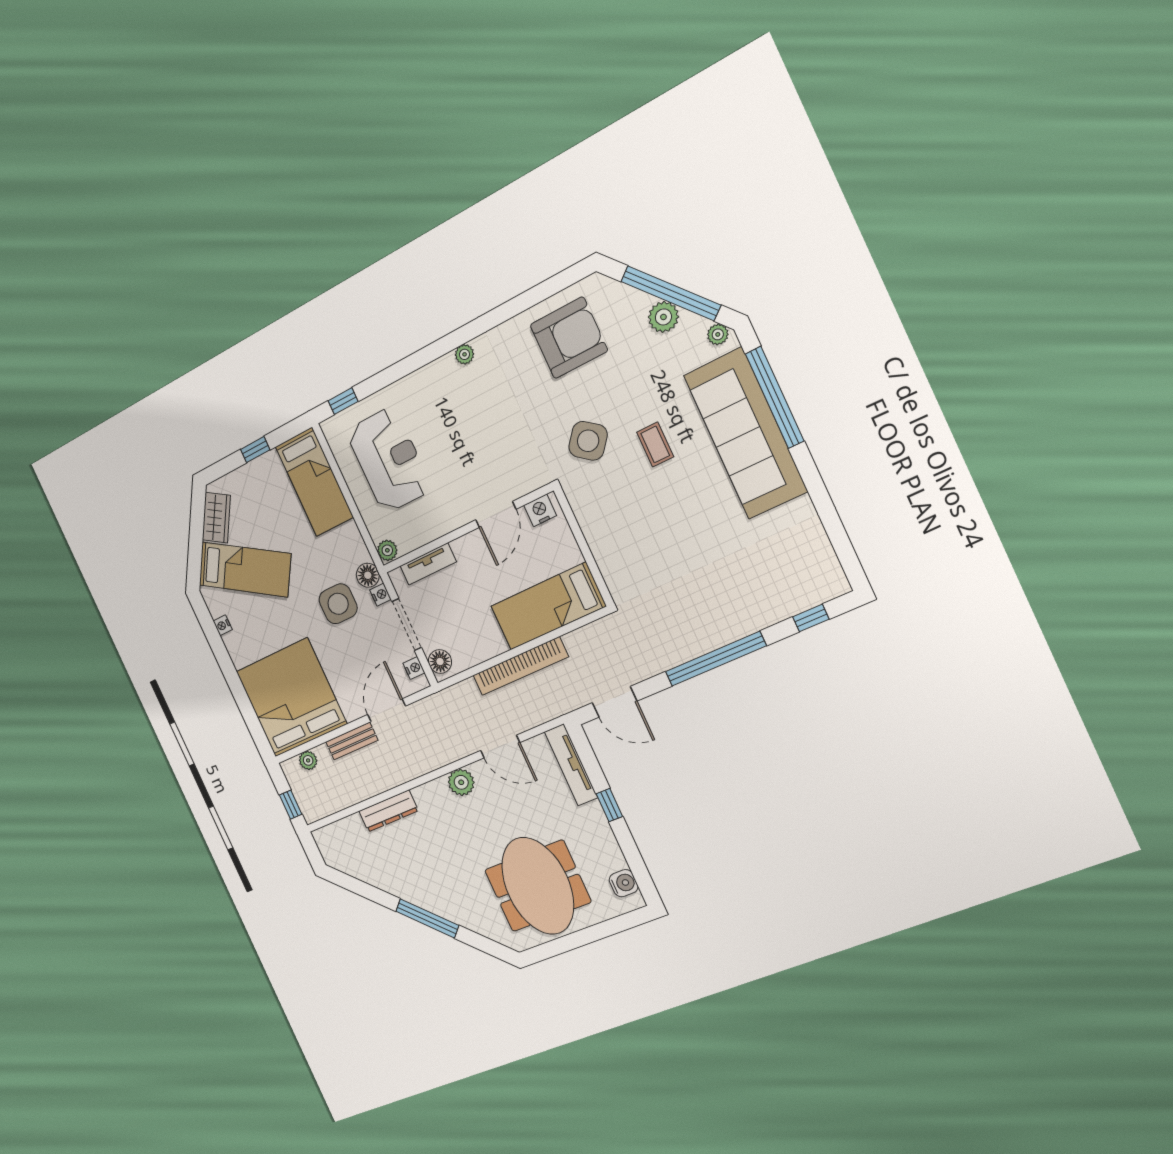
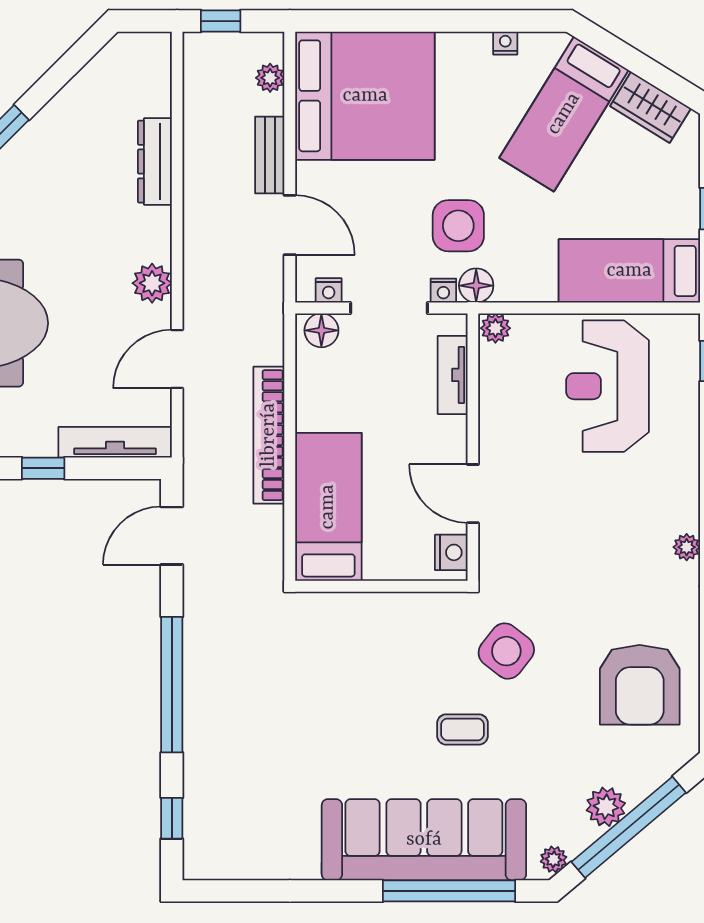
reception desk: (389, 460) -> (607, 386), turned 90

